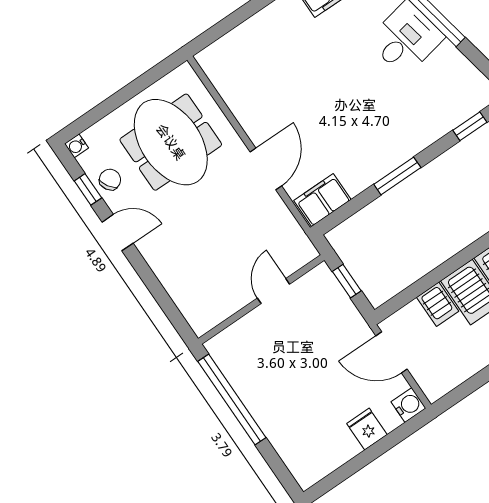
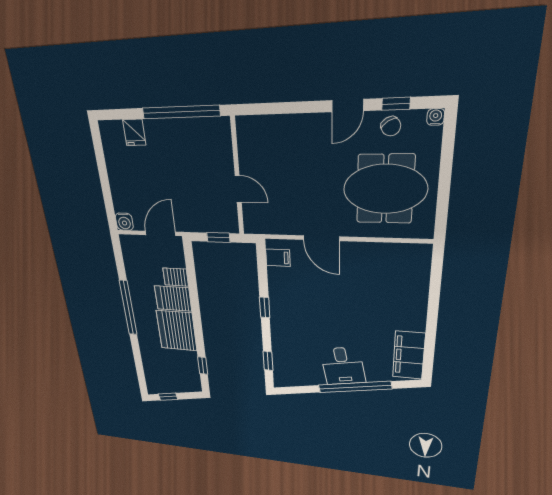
window: (397, 176) -> (265, 307), width x0.67
filing cabinet: (322, 200) -> (278, 258), width x0.50
fridge: (367, 429) -> (134, 132), moved, turned 90

